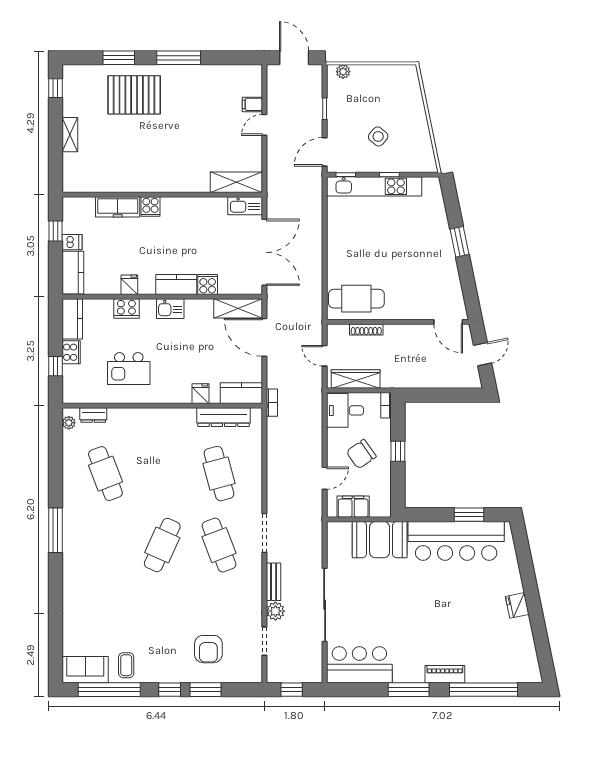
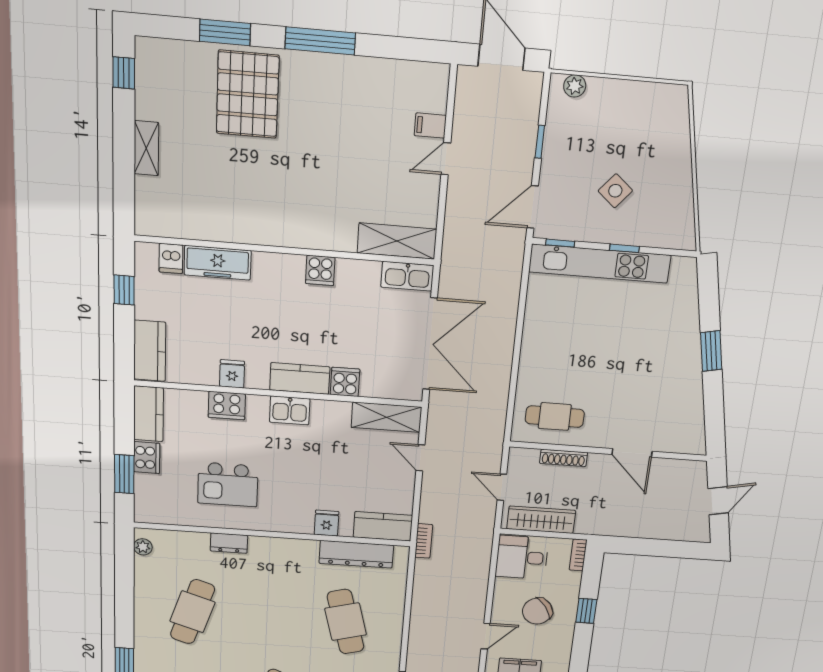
pallet: (134, 95) -> (248, 94), turned 90
cooker: (150, 207) -> (320, 270), moved
dishwasher: (72, 242) -> (171, 258), moved, turned 90
cafe table: (356, 299) -> (555, 417), width x0.73, depth x0.74
door: (448, 322) -> (632, 453), moved
door: (264, 337) -> (420, 458), width x0.53
window: (55, 366) -> (124, 474), width x1.50
dresser: (93, 415) -> (229, 543), moved
cafe table: (105, 474) -> (192, 612), turned 39

